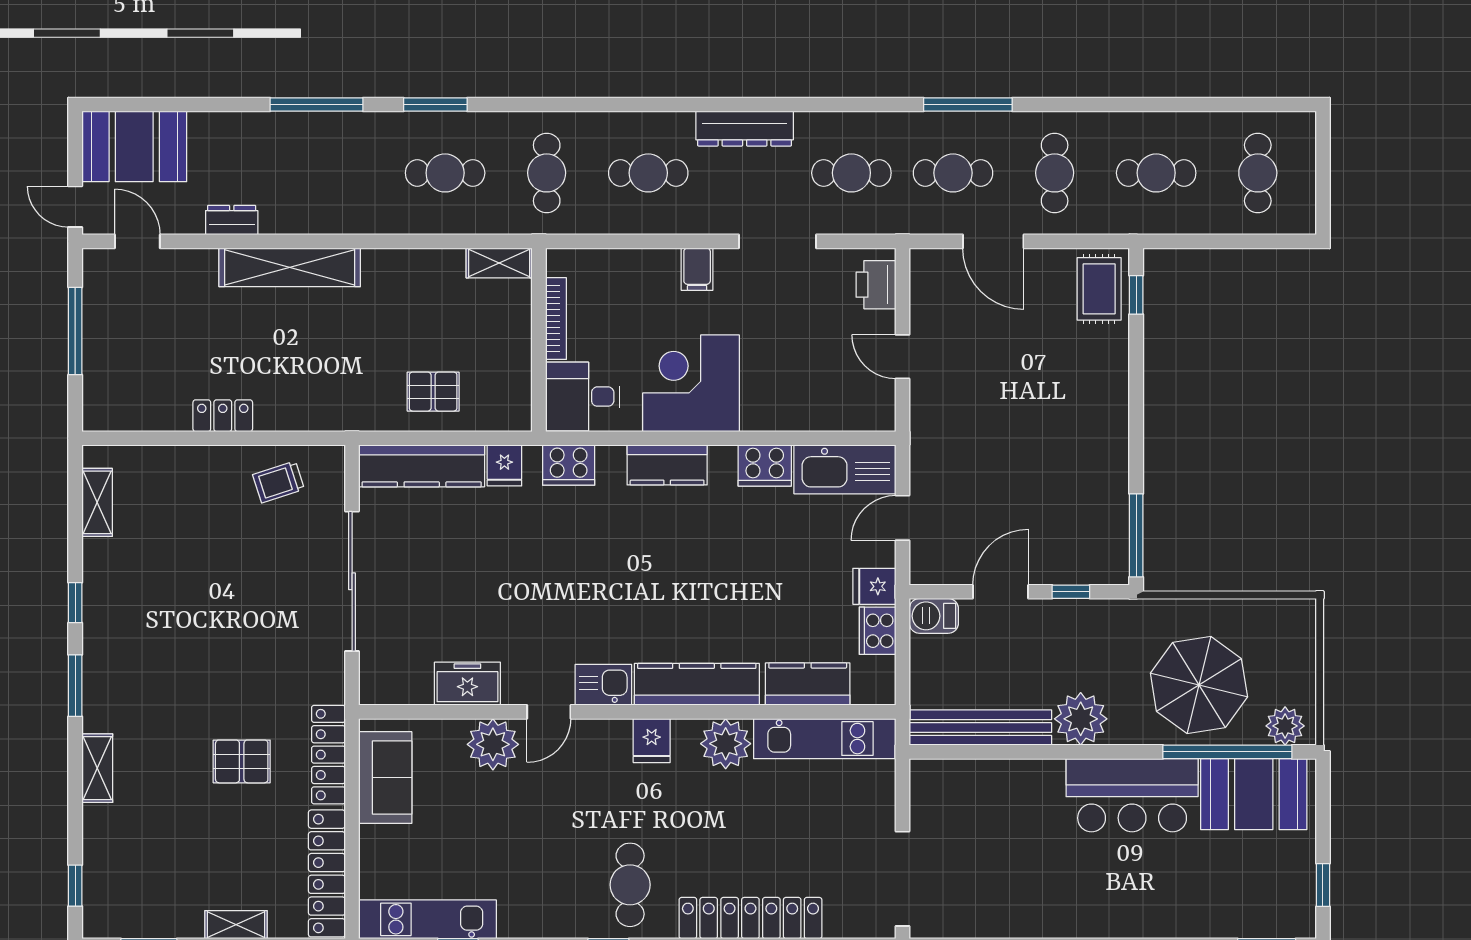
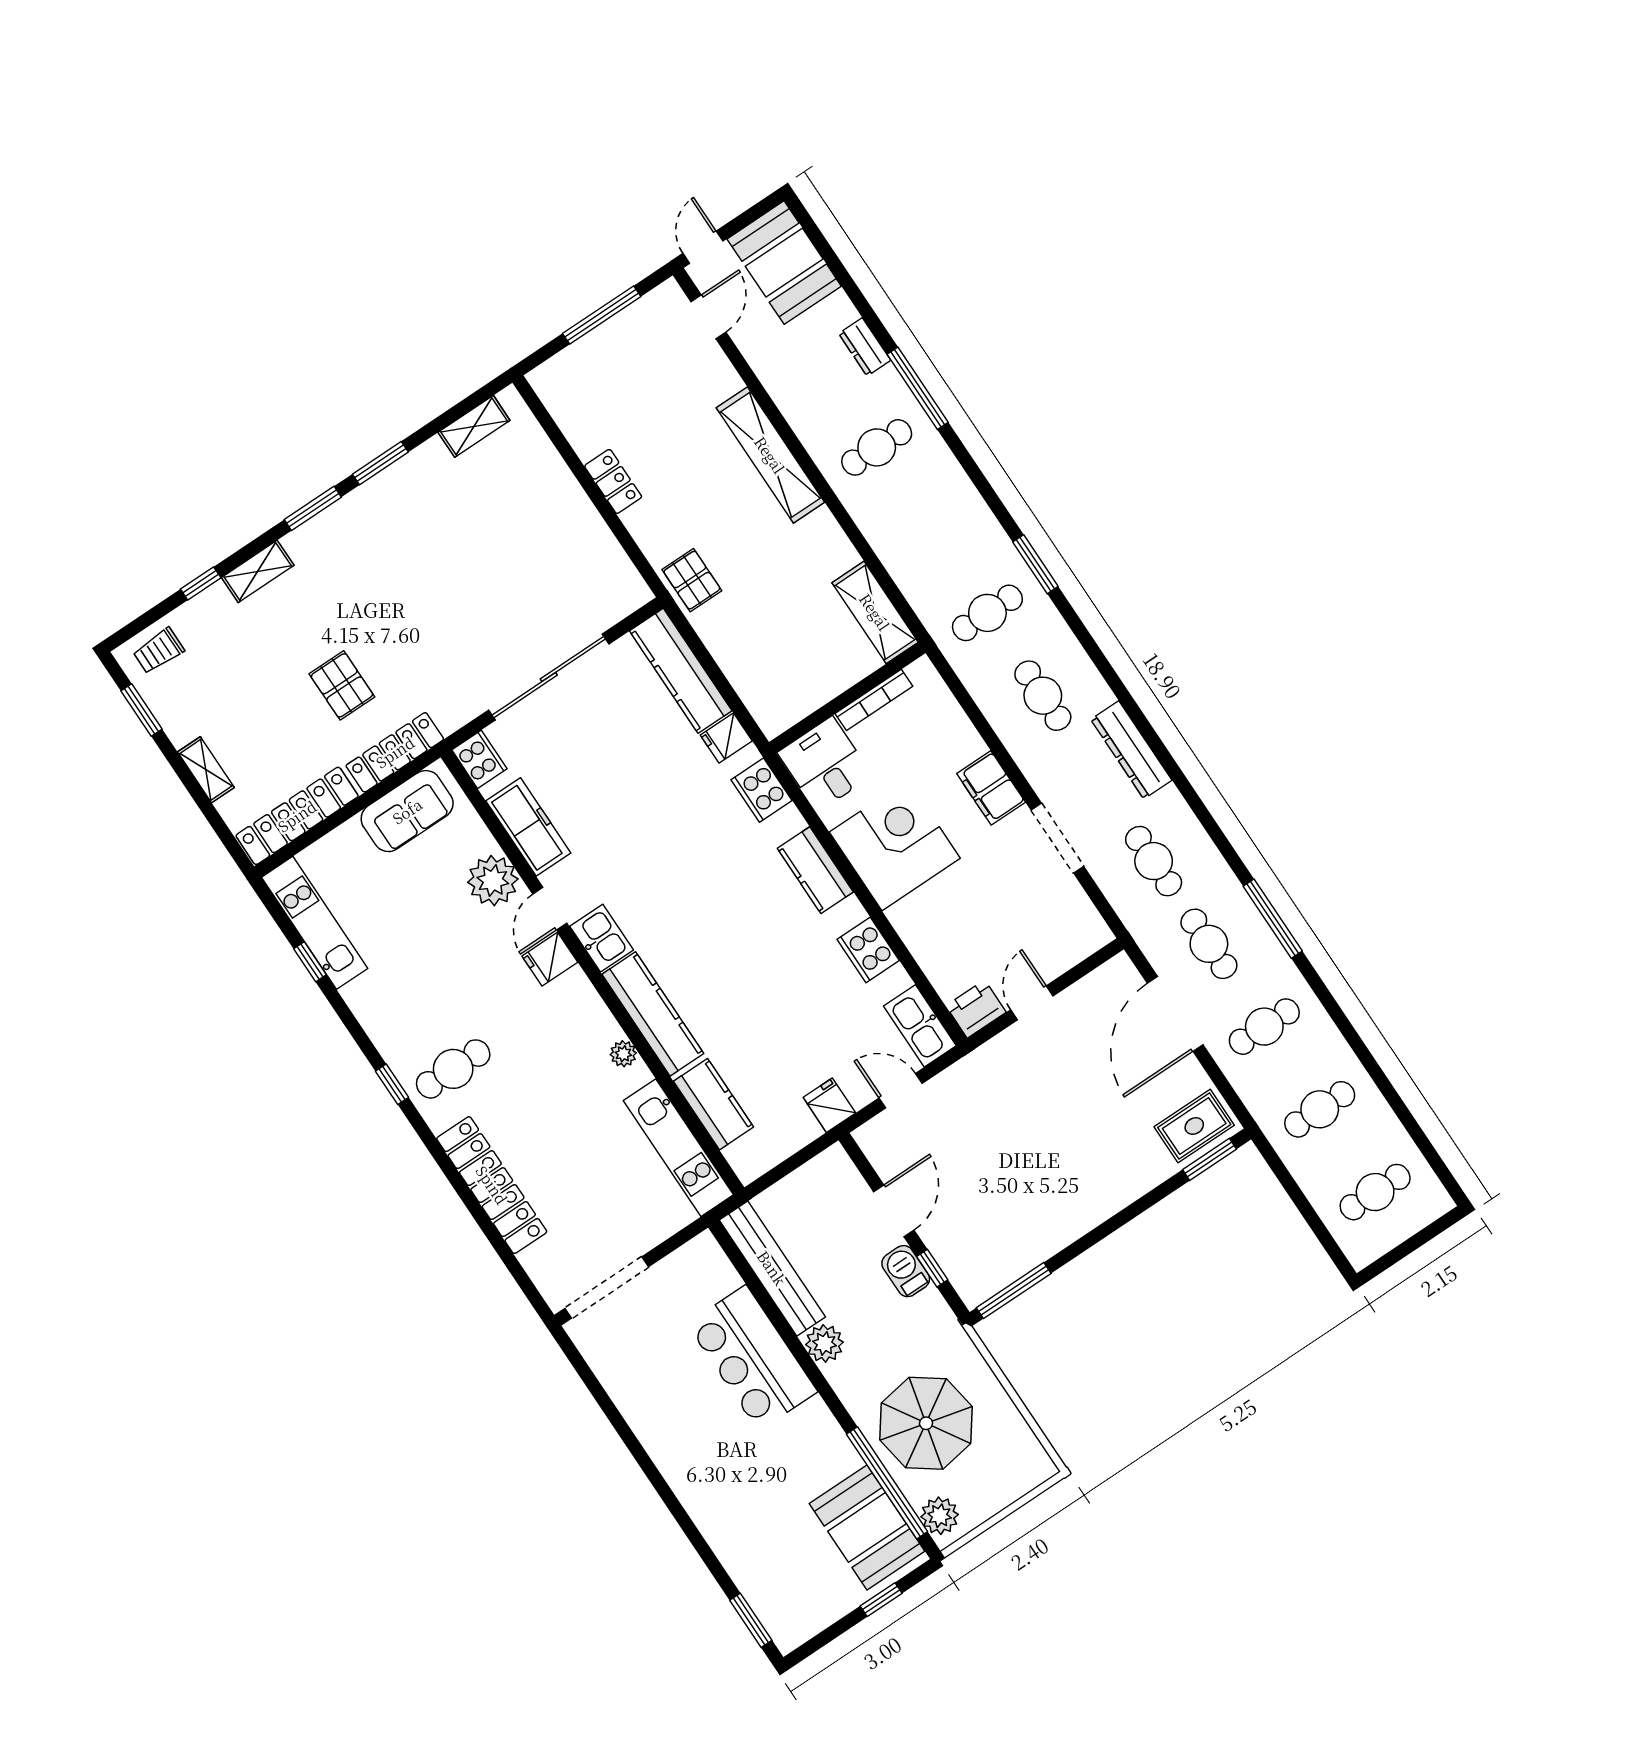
window: (435, 105) -> (1035, 564), moved
cafe table: (445, 173) -> (877, 447), moved, turned 90
cafe table: (1156, 173) -> (1320, 1109), turned 90
dresser: (232, 220) -> (865, 347), moved, turned 180
door: (993, 241) -> (1175, 1014), width x1.36
shelving: (499, 263) -> (875, 612), width x1.50, depth x1.33
filing cabinet: (697, 269) -> (991, 788), width x2.00
printer: (876, 285) -> (976, 1009), moved
window: (1136, 295) -> (1210, 1159), width x1.50
pallet: (433, 392) -> (692, 580), moved
kitchen sink: (845, 469) -> (920, 1026), width x0.73, depth x0.81
trolley: (278, 482) -> (159, 651), moved, turned -72
door: (1001, 592) -> (894, 1211), hinge flipped
window: (75, 603) -> (380, 463), width x1.50
barbecue: (934, 616) -> (906, 1271), moved
cooker: (878, 631) -> (479, 759), moved, turned 90
freezer: (467, 684) -> (528, 827), width x1.40
door: (549, 712) -> (550, 909), hinge flipped
plant: (1081, 719) -> (824, 1343), width x0.73, depth x0.73
fridge: (652, 741) -> (550, 959), moved
plant: (726, 744) -> (623, 1054), width x0.53, depth x0.53
bar counter: (1132, 795) -> (752, 1358), moved
window: (1323, 885) -> (881, 1600), moved
window: (75, 886) -> (201, 583), moved

